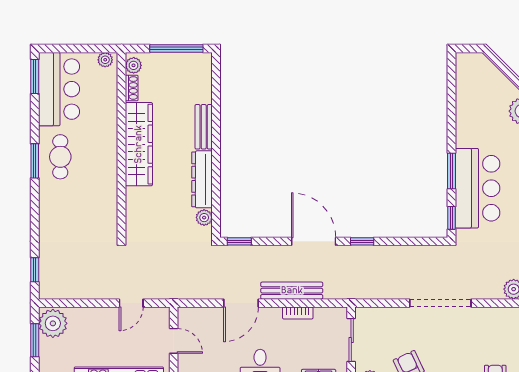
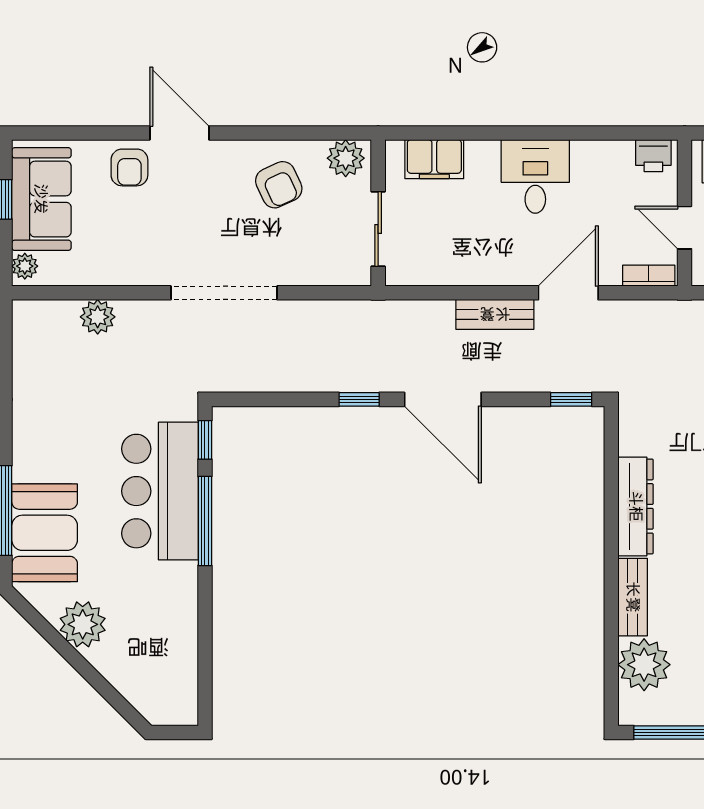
window: (451, 171) -> (205, 521), width x1.44
plant: (204, 218) -> (644, 665), moved, width x1.87, depth x1.87
bench: (292, 291) -> (495, 314), width x0.73
bookcase: (298, 313) -> (649, 276), moved

